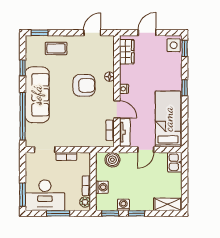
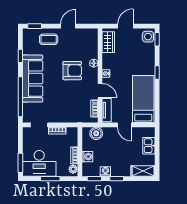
door: (92, 33) -> (68, 26), moved
door: (146, 150) -> (124, 125), hinge flipped
kitchen sink: (175, 162) -> (149, 146), moved

